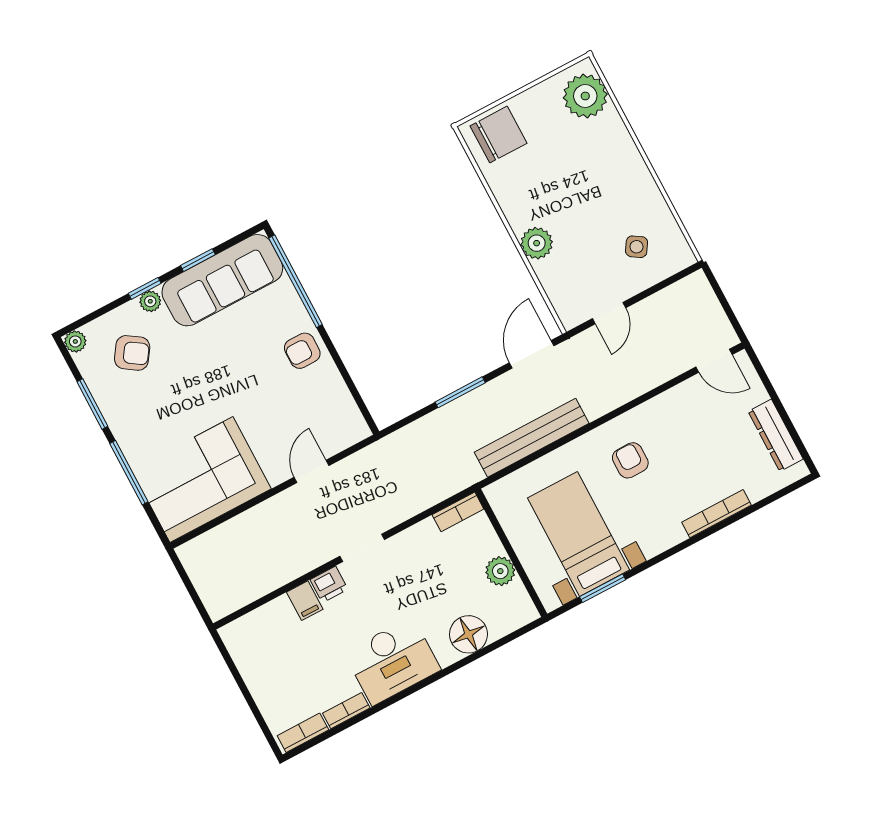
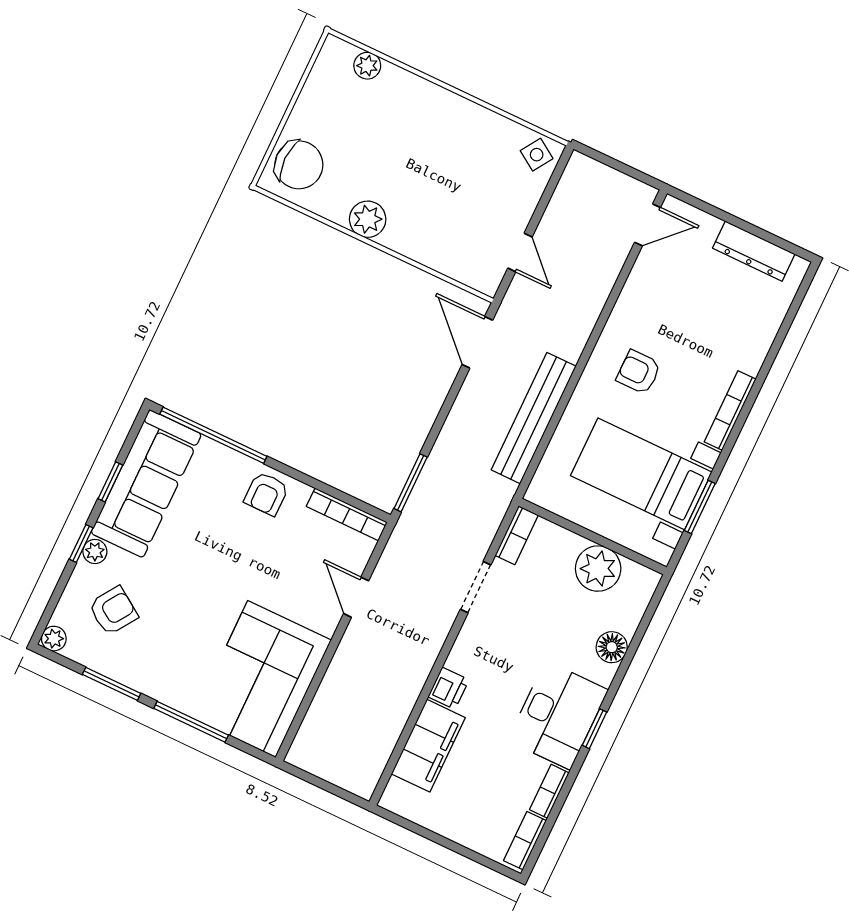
plant: (585, 96) -> (367, 66), width x0.53, depth x0.53
chair: (498, 135) -> (299, 165), turned 90
plant: (537, 243) -> (368, 219), moved
side table: (637, 247) -> (537, 155), moved
window: (460, 392) -> (411, 483), moved
bookcase: (349, 408) -> (347, 514), added
bookcase: (716, 514) -> (730, 410), moved
doorway: (362, 548) -> (476, 587), moved
plant: (500, 571) -> (598, 569), width x1.36, depth x1.36
filing cabinet: (305, 601) -> (428, 746), width x3.00, depth x1.17
floor lamp: (468, 634) -> (612, 647), width x0.73, depth x0.73
window: (411, 690) -> (594, 729), added

